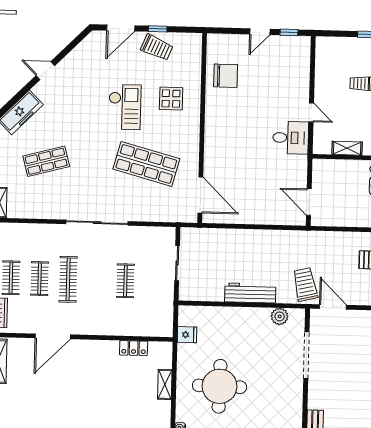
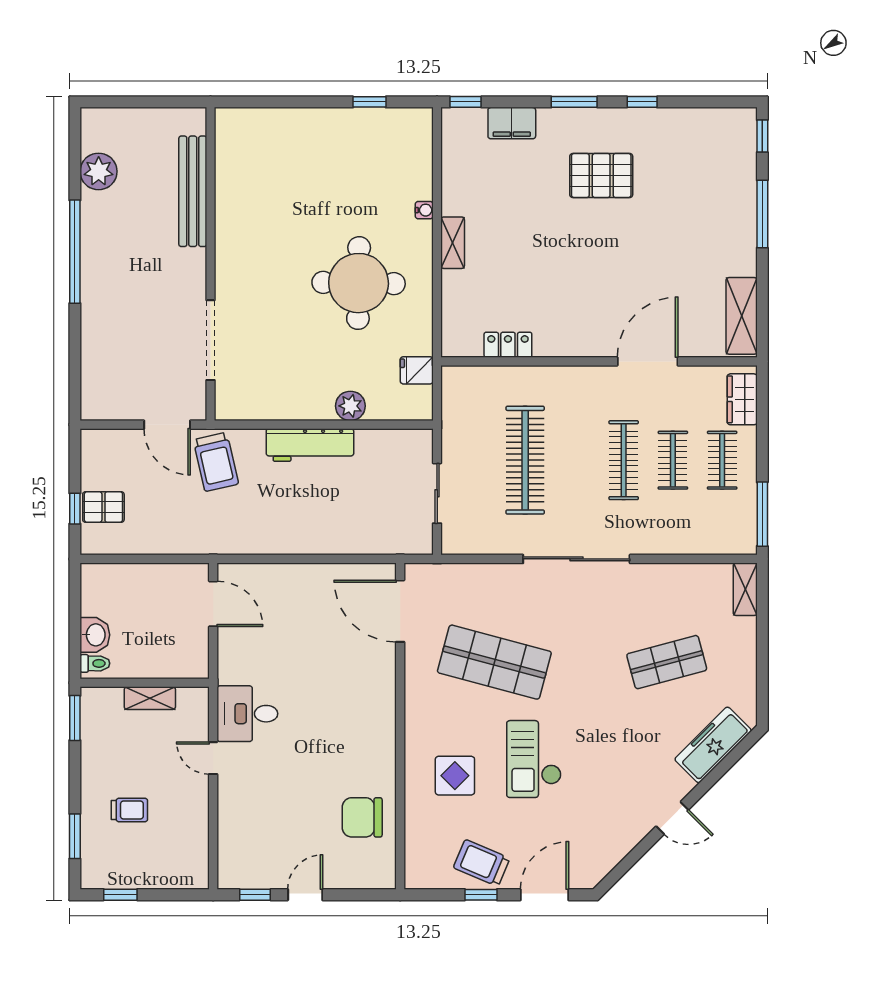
clothes rail: (125, 281) -> (525, 460), width x1.86, depth x1.31
plant: (280, 316) -> (350, 406), moved
shelving: (165, 384) -> (453, 243), moved

